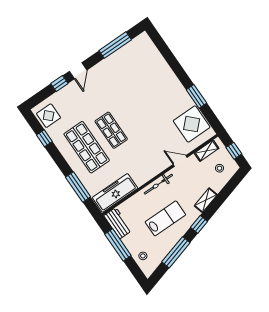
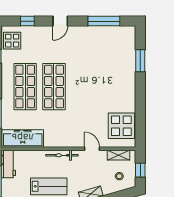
window: (59, 84) -> (27, 21), moved
window: (196, 96) -> (140, 61), moved
shop shelf: (111, 130) -> (54, 87), width x1.43, depth x1.36

